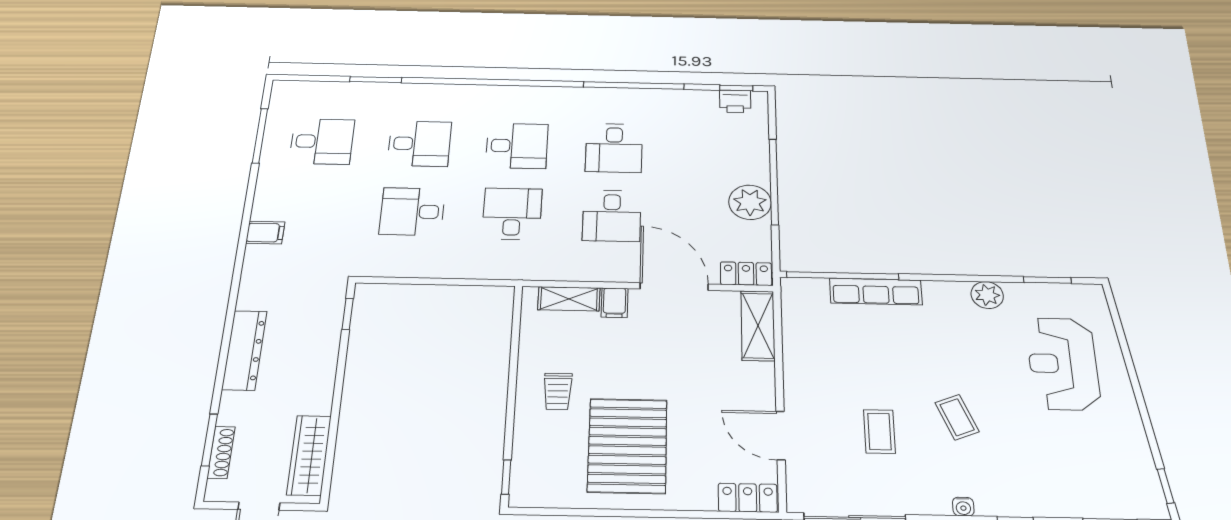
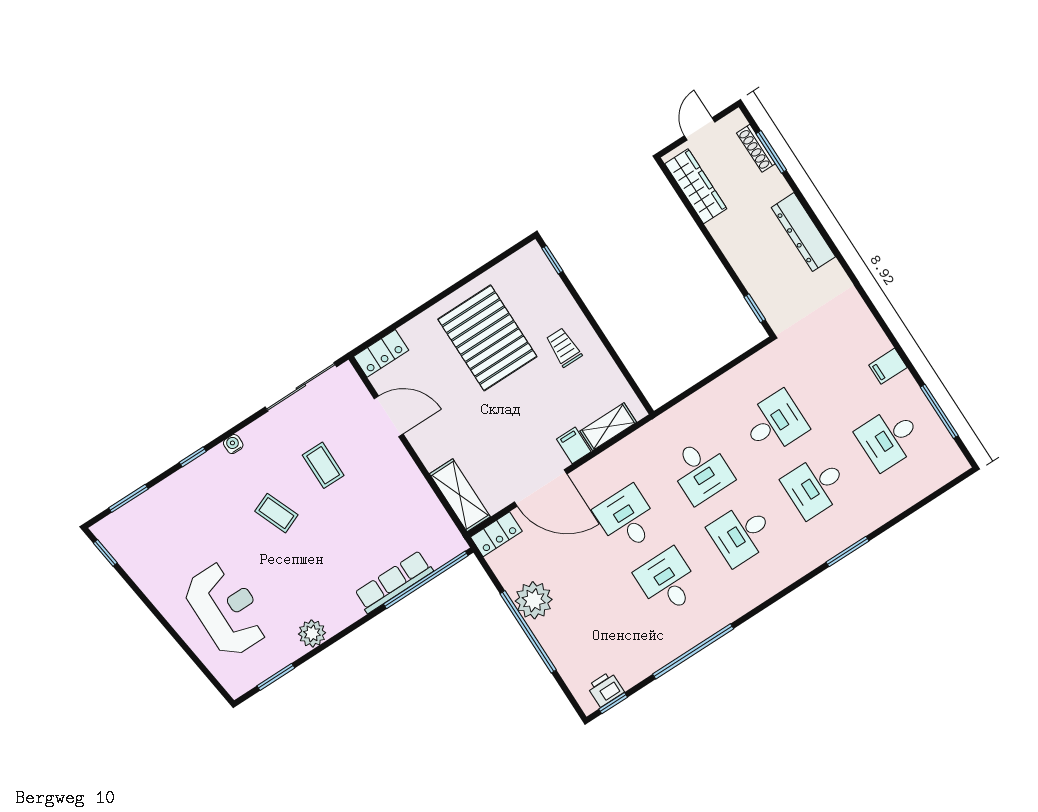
window: (376, 80) -> (848, 551), moved
filing cabinet: (265, 233) -> (888, 366), moved

